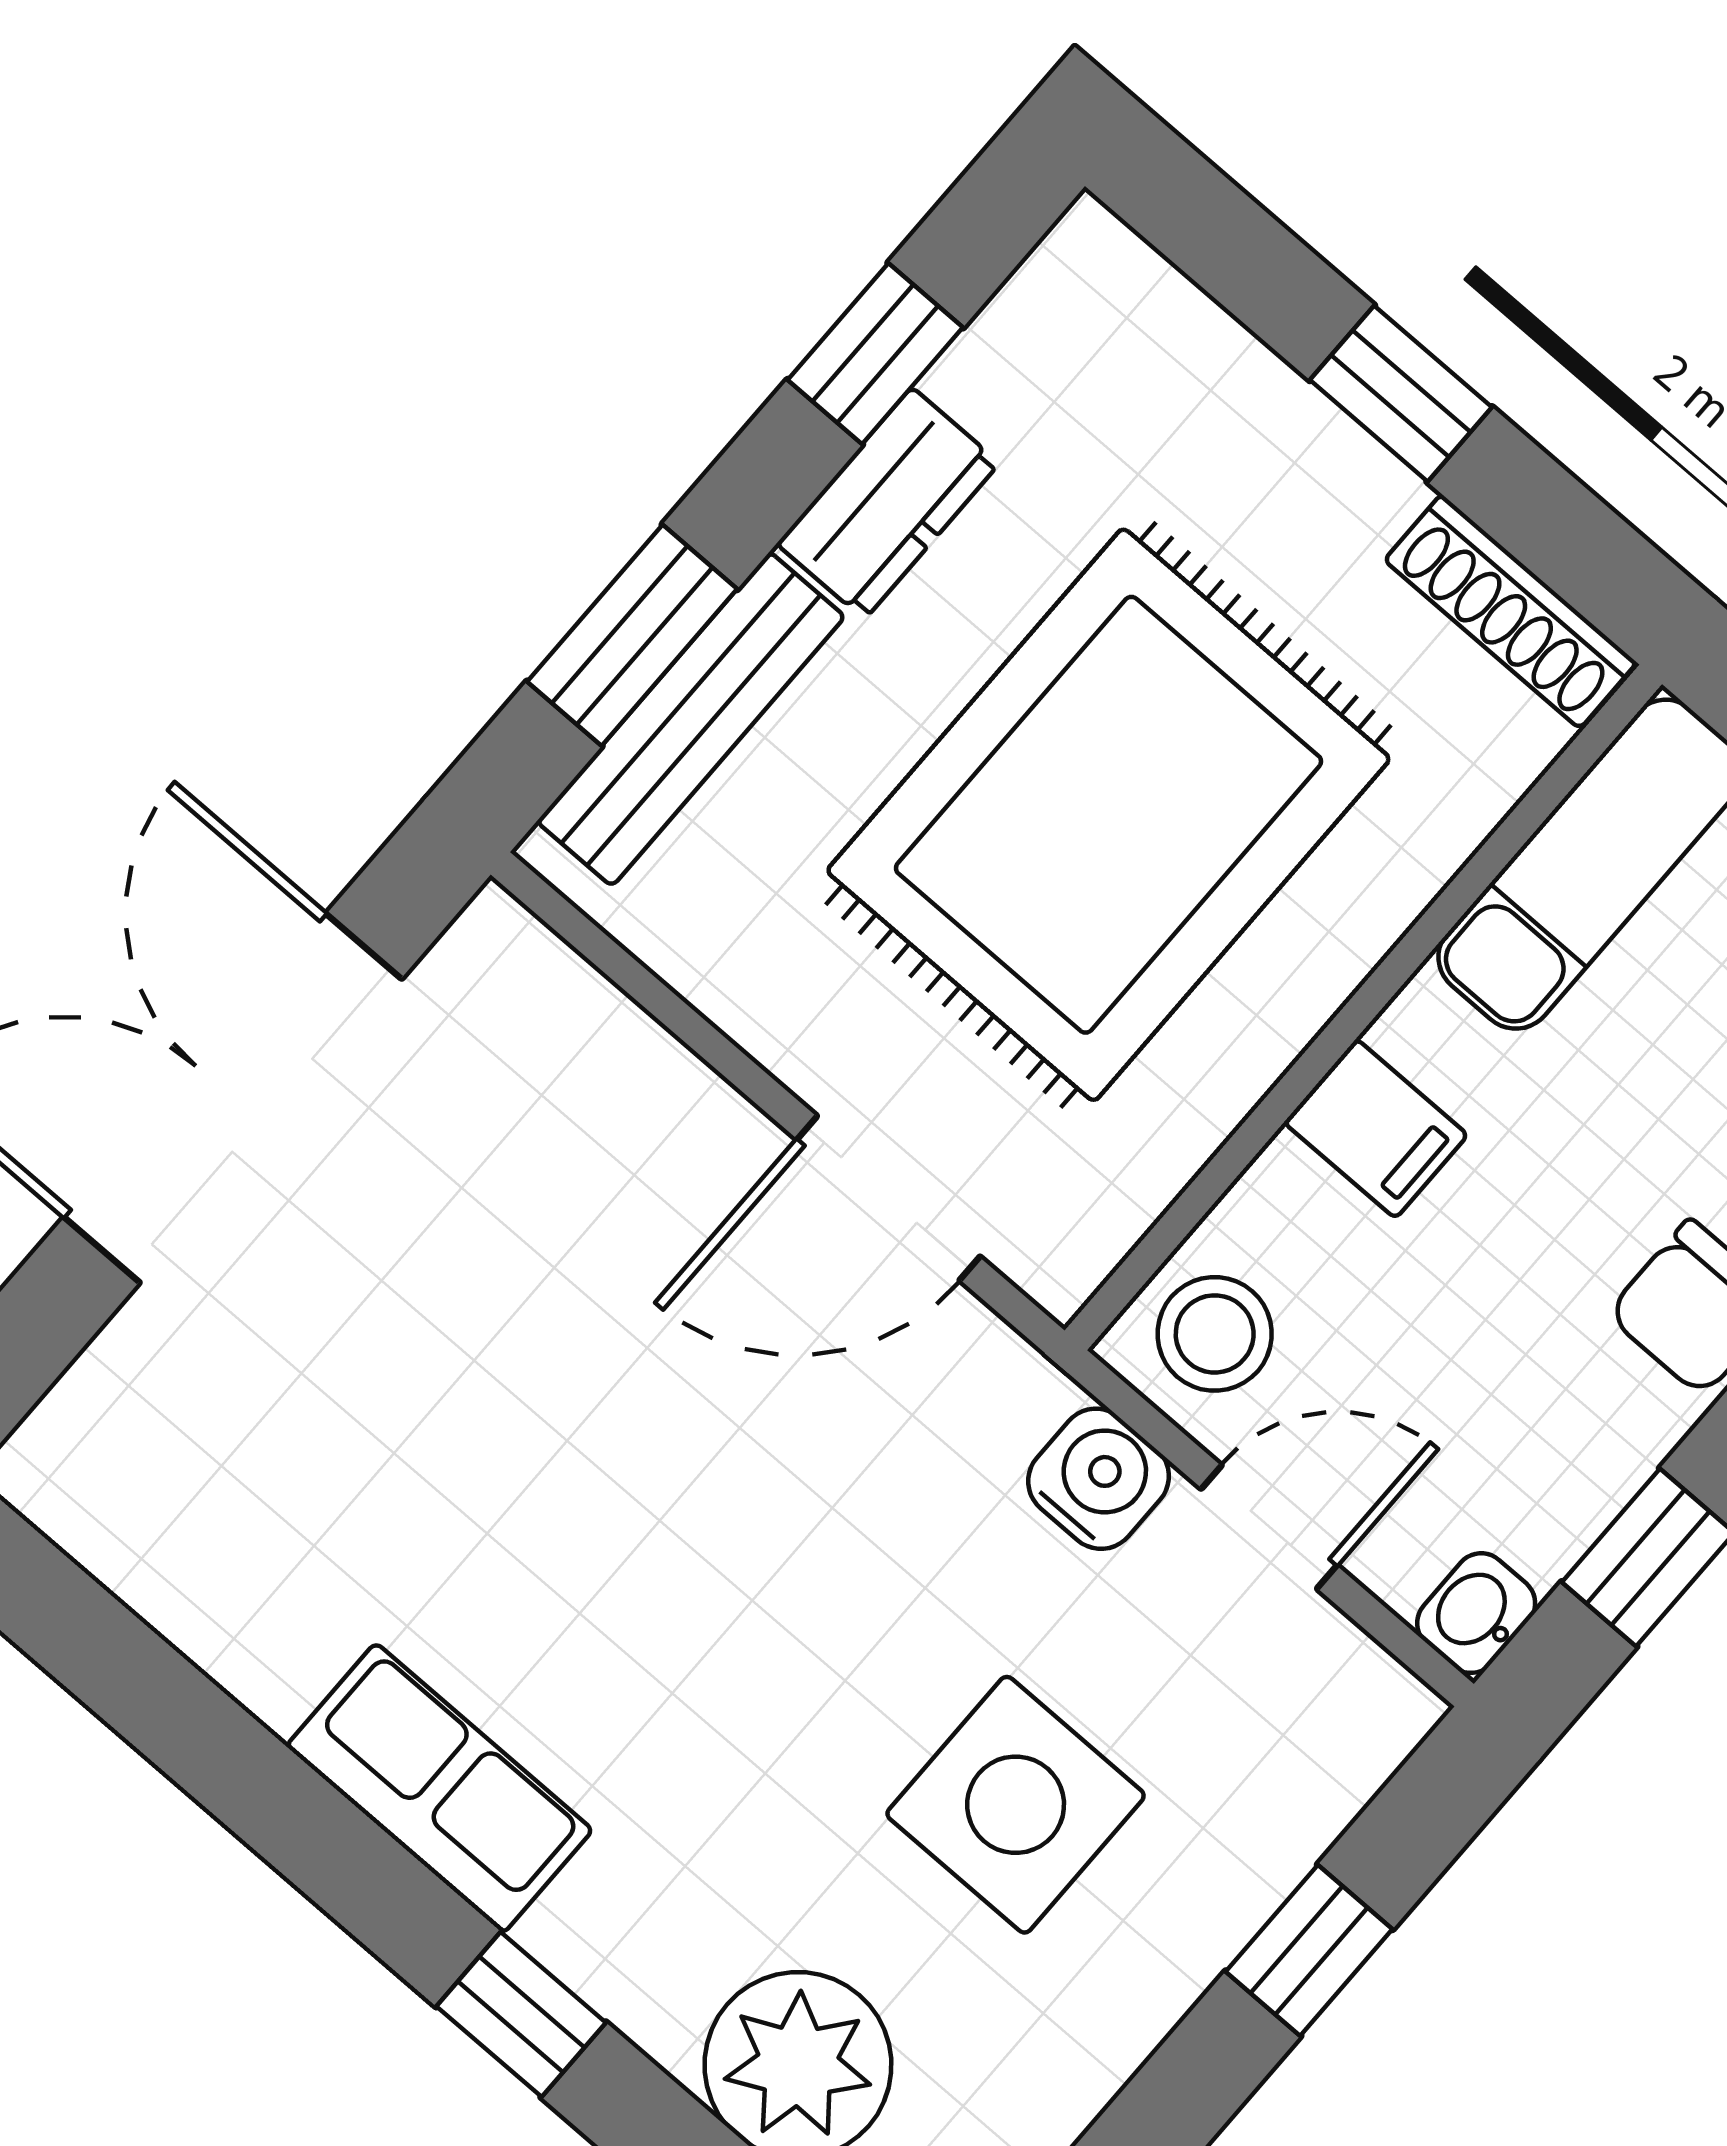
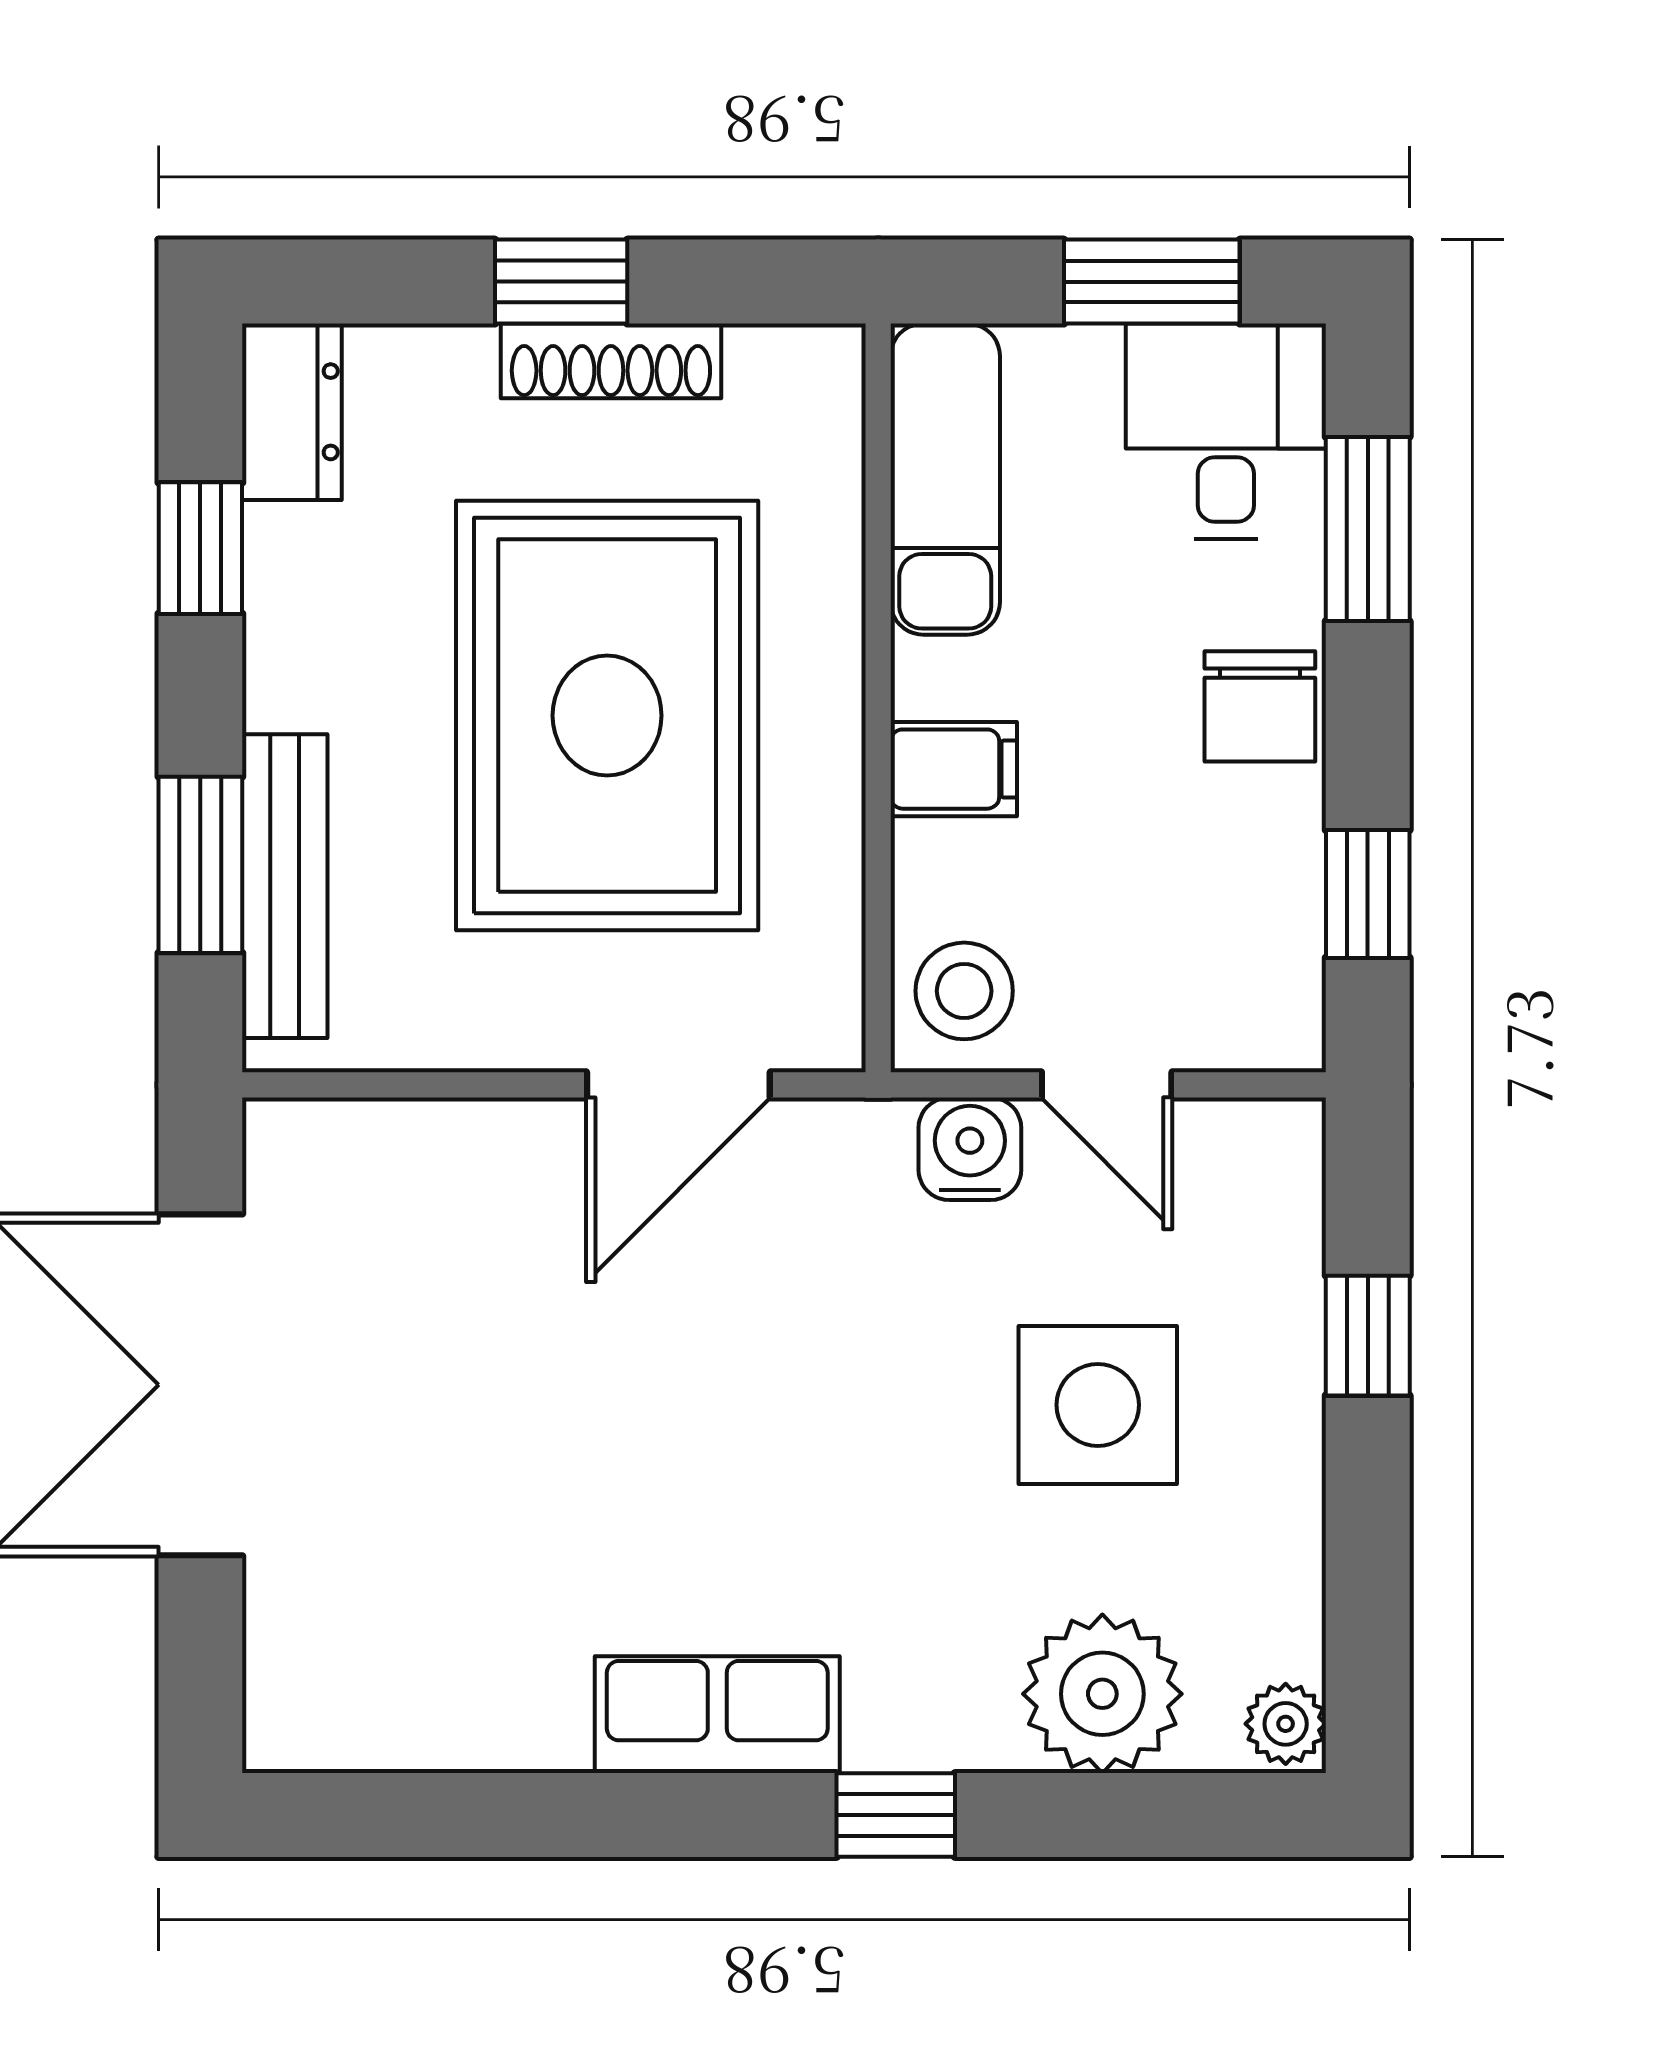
dresser: (888, 503) -> (292, 412), moved
shoe rack: (1511, 611) -> (611, 361), moved
door: (1269, 1527) -> (1107, 1085), swing flipped
washbasin: (1476, 1613) -> (1288, 1025), removed

